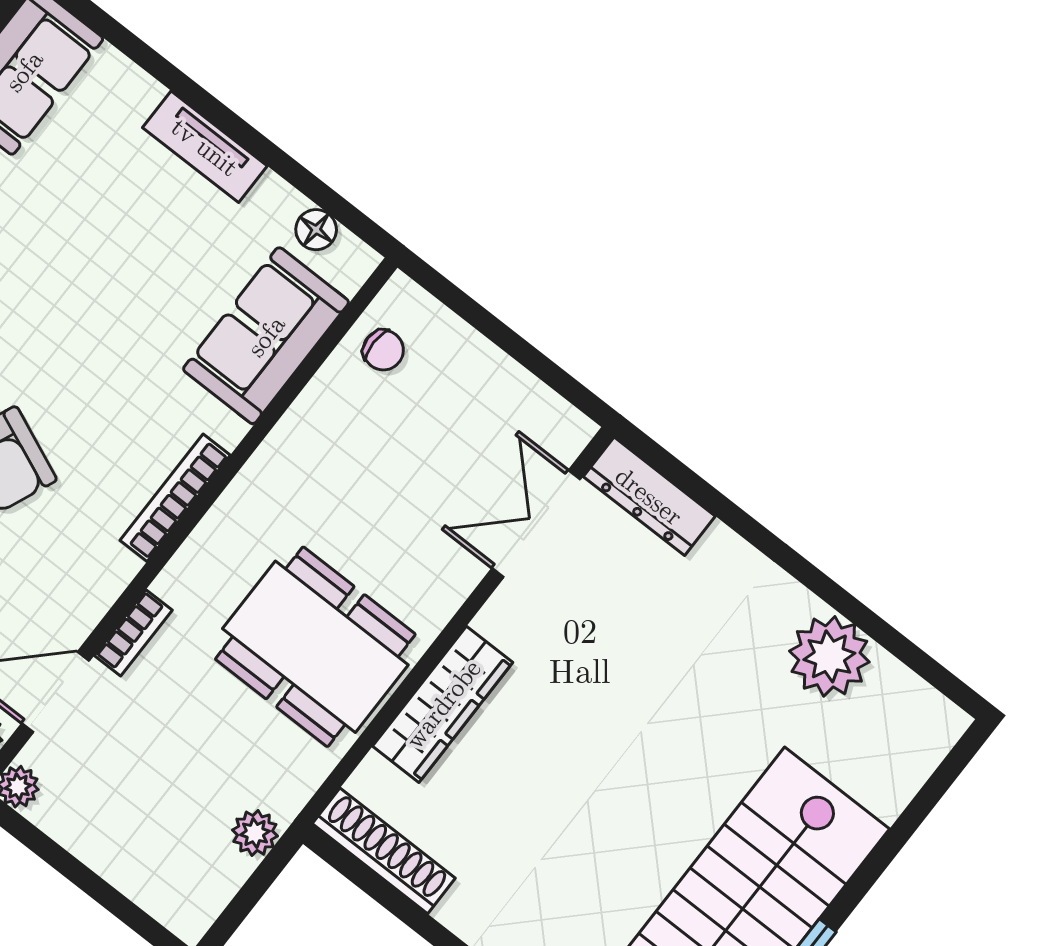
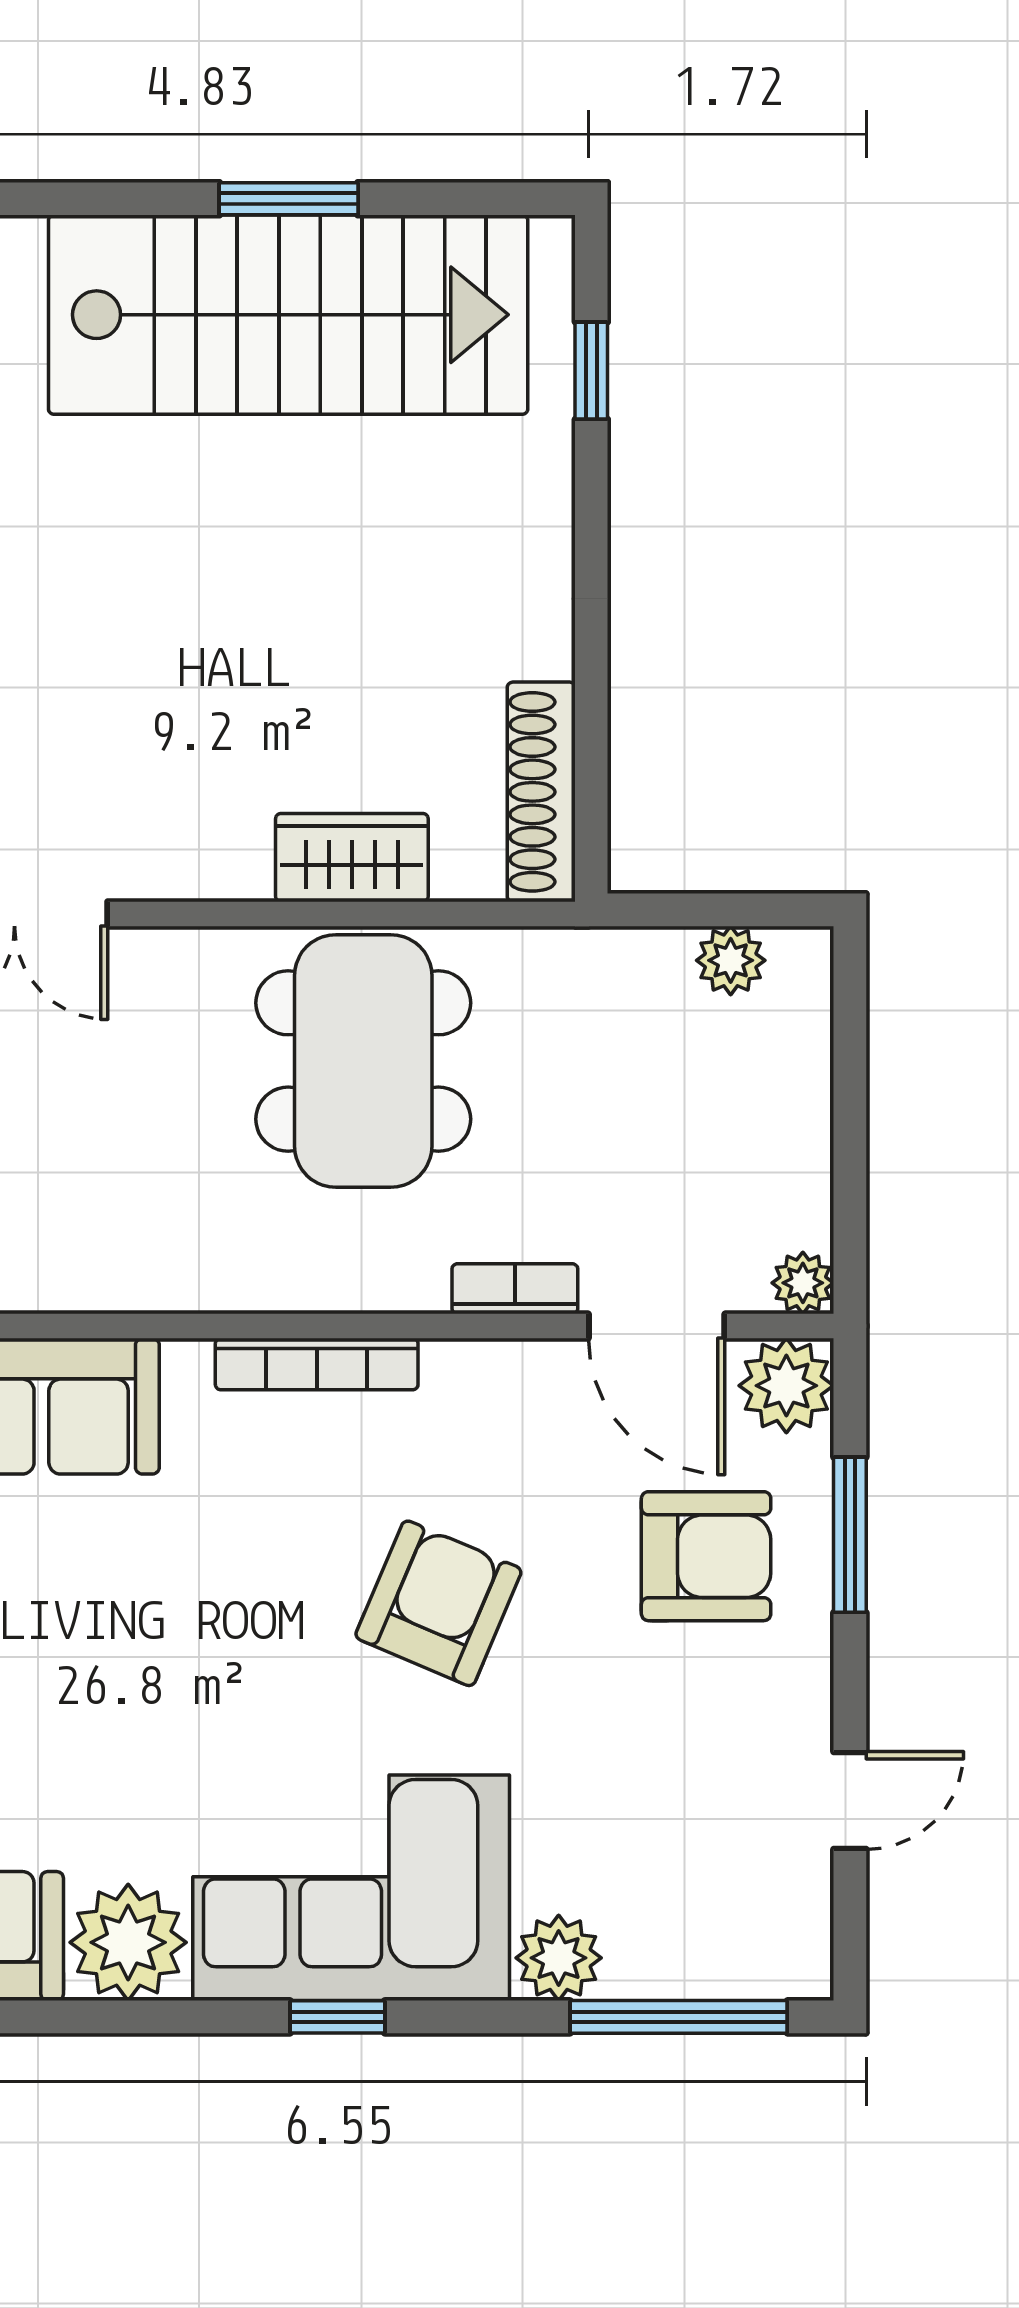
wardrobe: (443, 704) -> (352, 858), width x0.67
plant: (255, 833) -> (731, 960), moved

